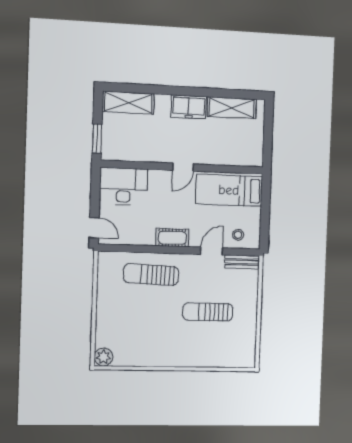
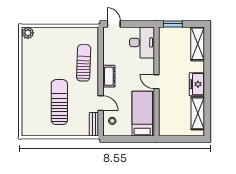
door: (94, 228) -> (114, 24), swing flipped
sun lounger: (208, 312) -> (59, 102), width x1.36, depth x1.34

